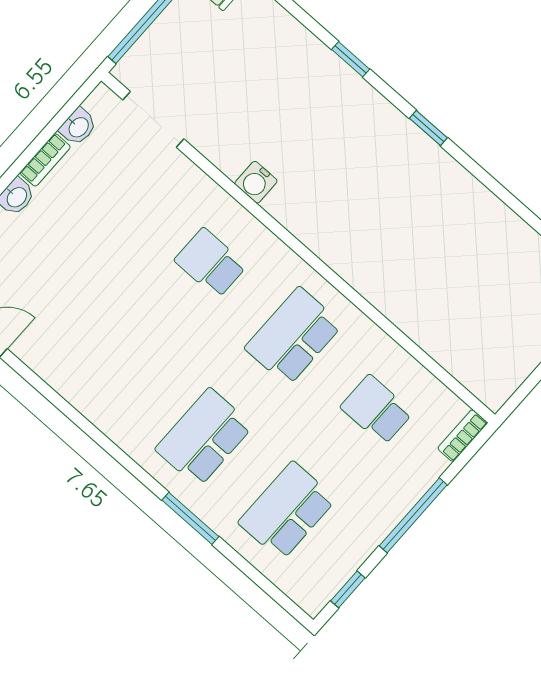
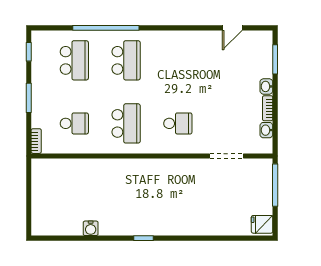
window: (351, 59) -> (192, 238), removed
doorway: (153, 119) -> (227, 156), moved
water cooler: (256, 182) -> (91, 228), moved, turned 180
window: (413, 515) -> (29, 98), width x0.69
window: (190, 518) -> (106, 28), width x2.11

